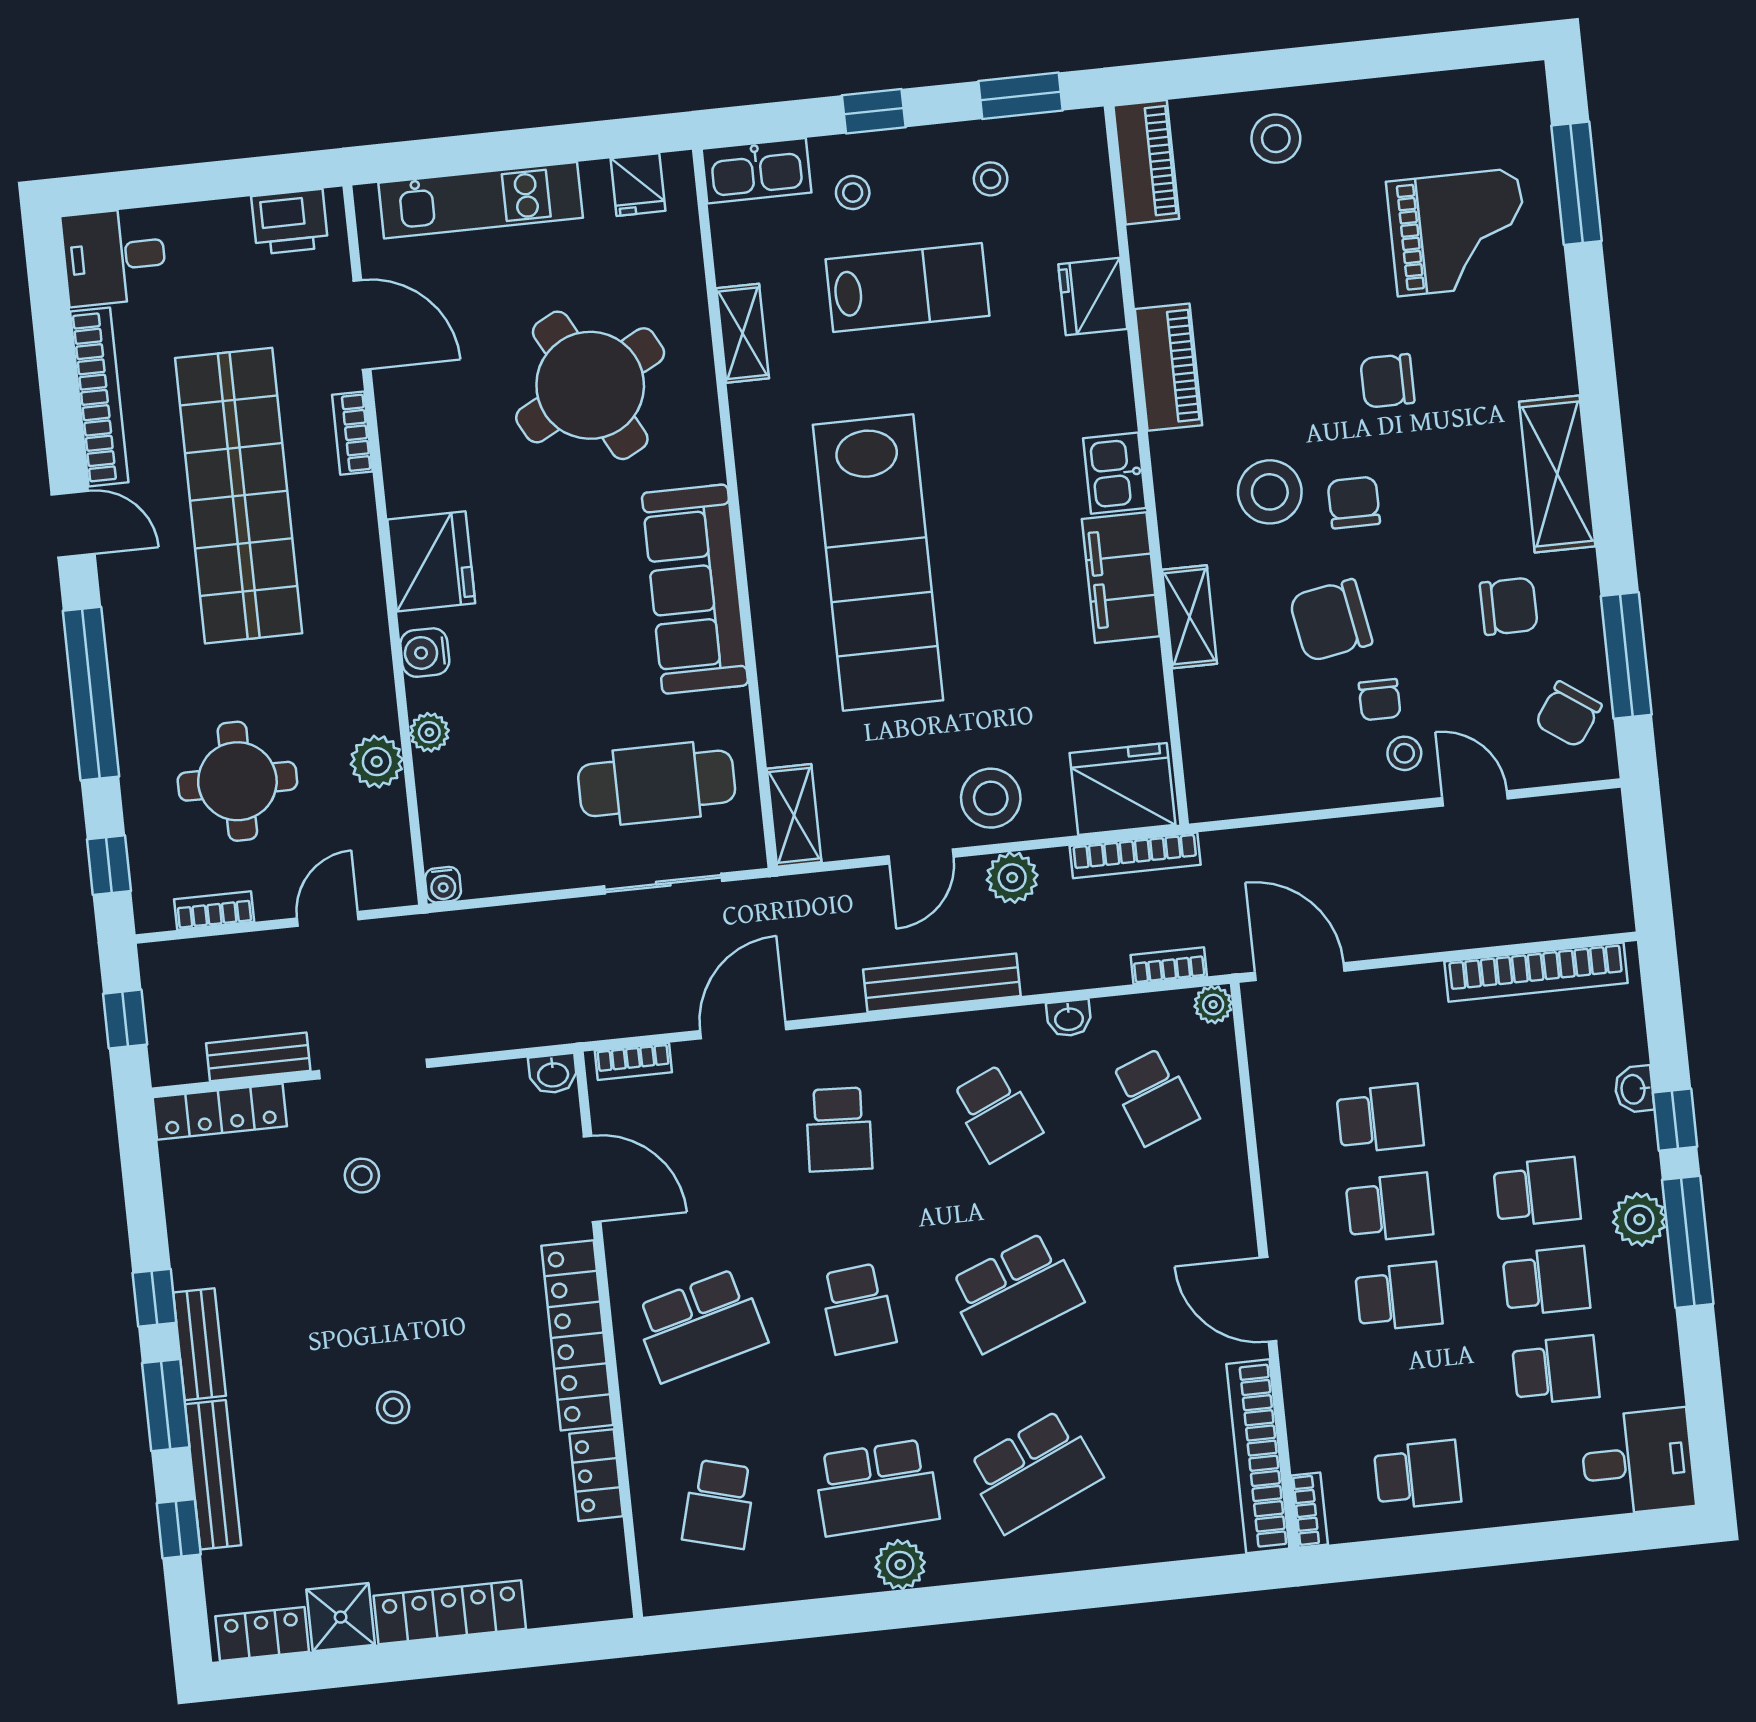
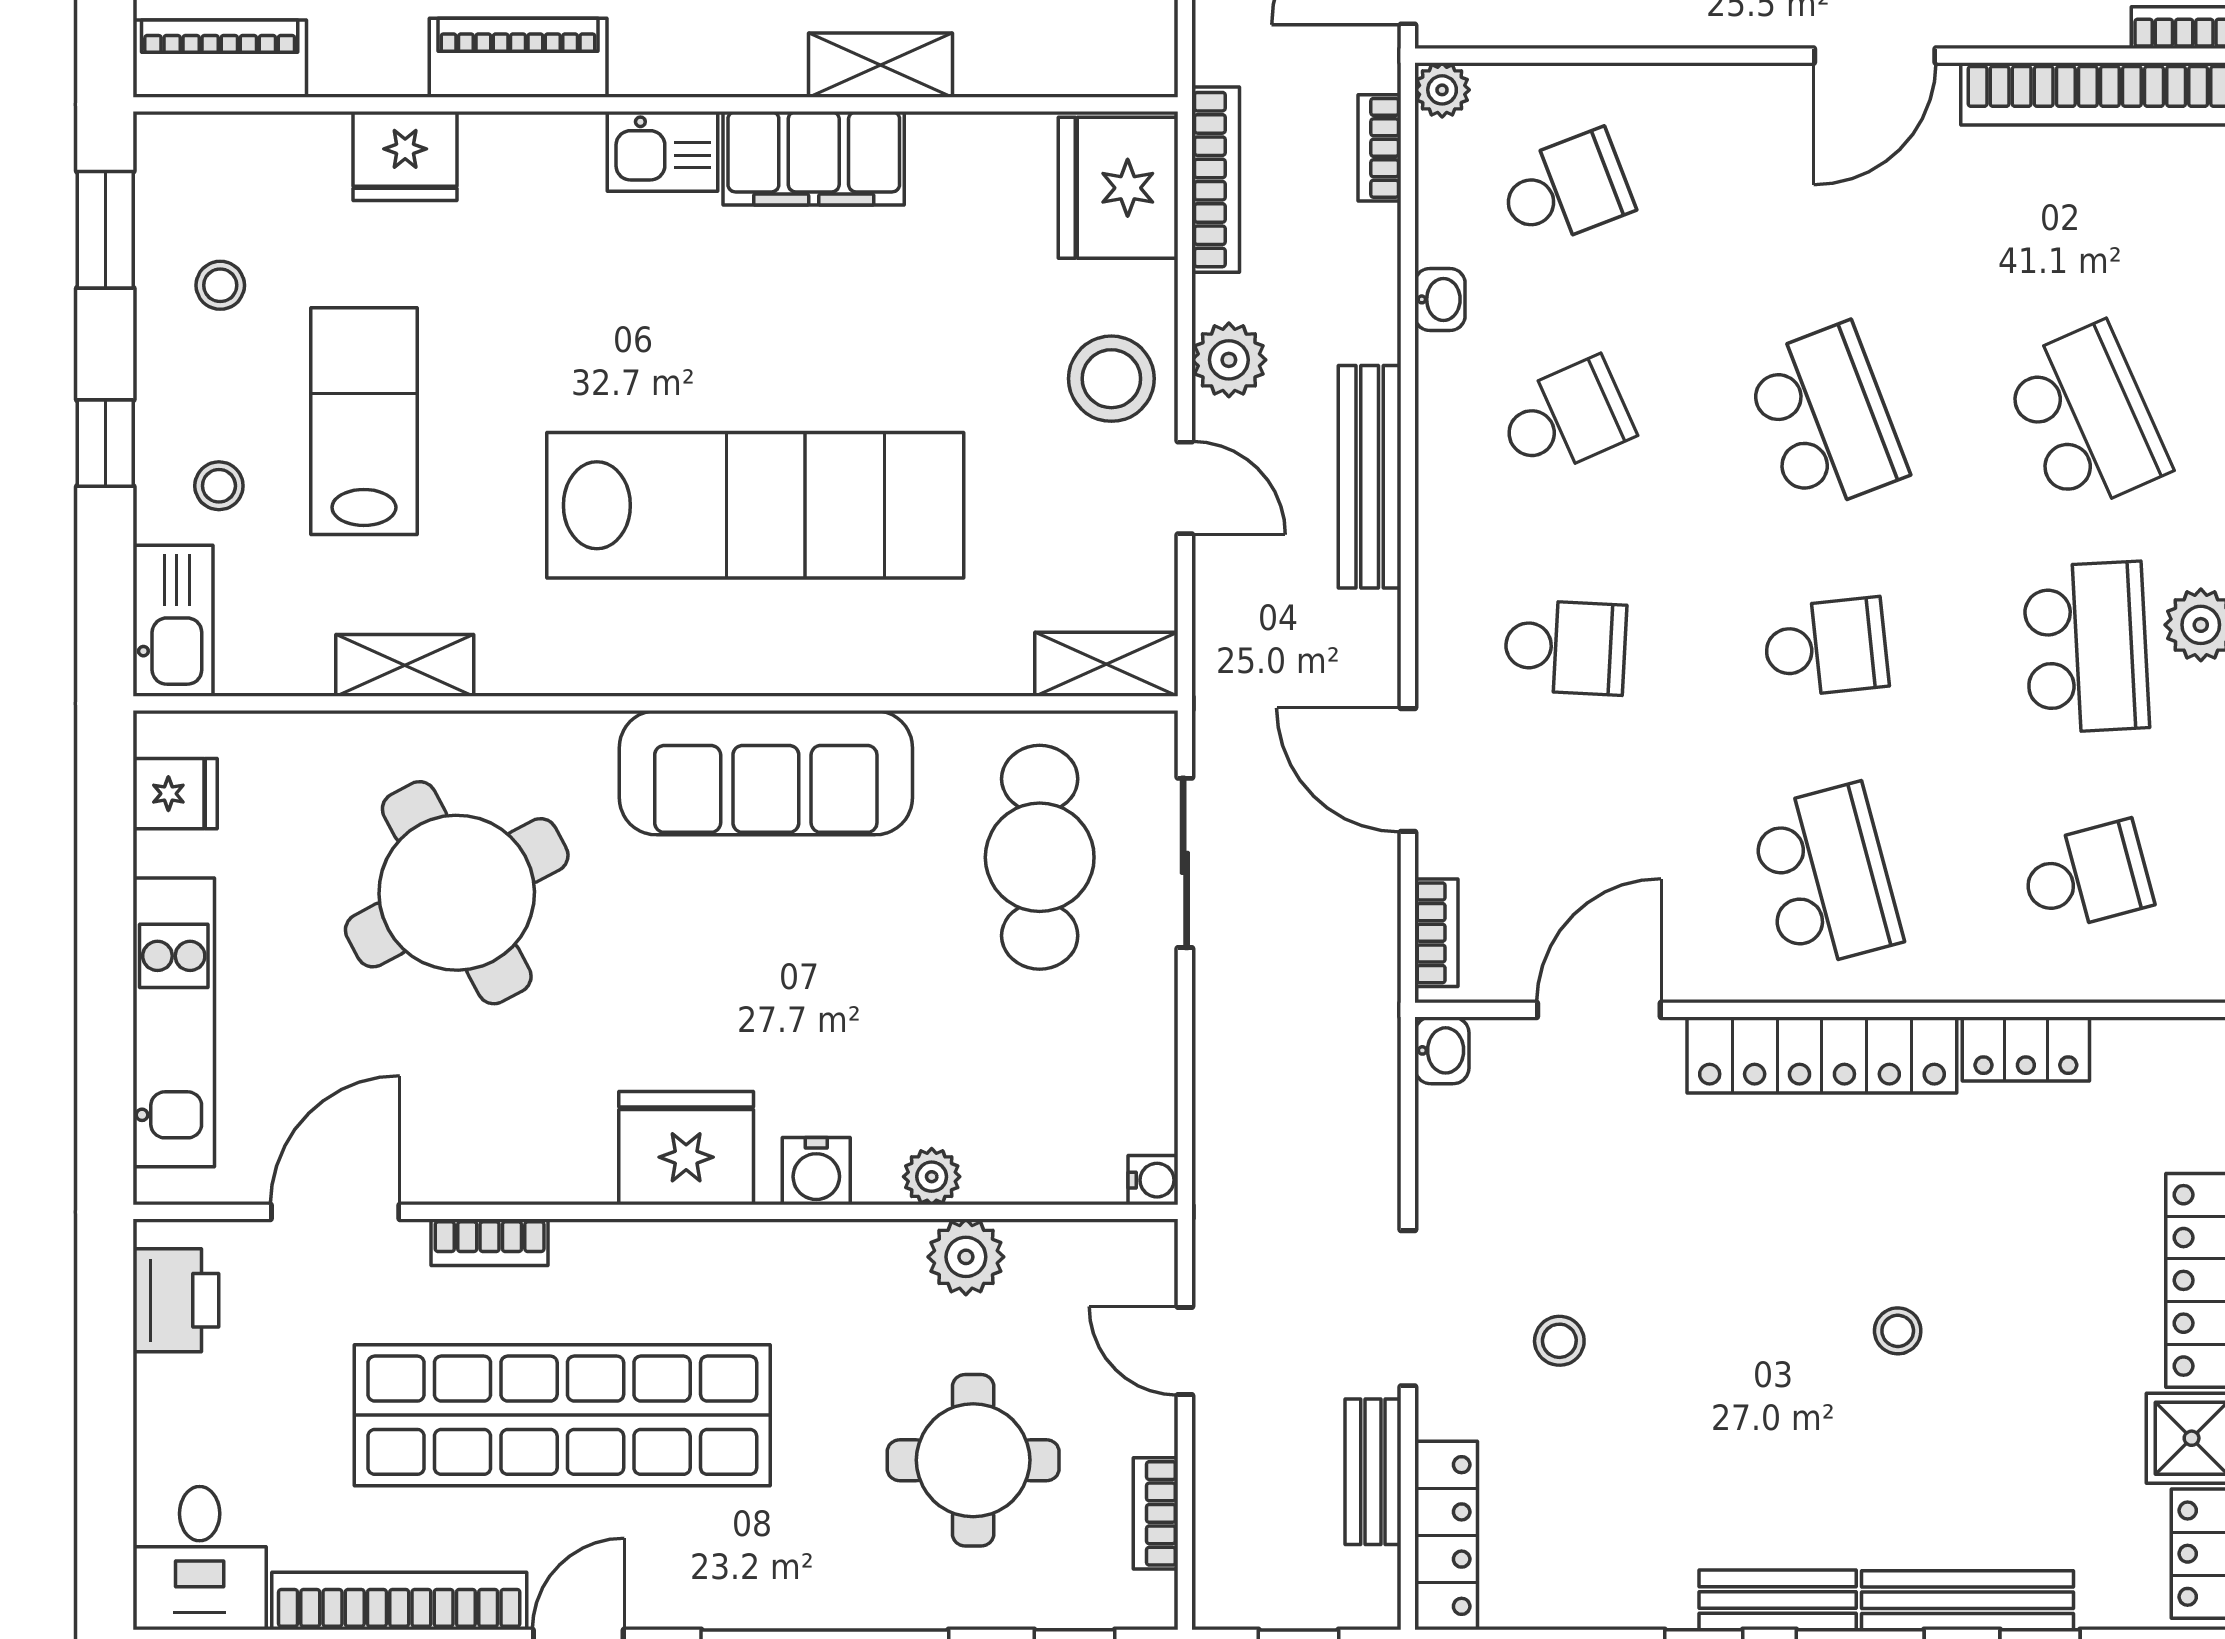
school desk: (719, 1504) -> (2086, 876), turned -30

